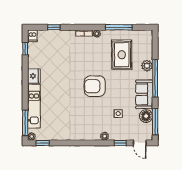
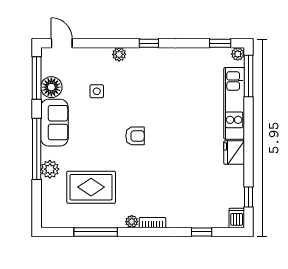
rug: (122, 55) -> (91, 187), turned 90
armchair: (95, 86) -> (135, 136), width x0.53, depth x0.53
window: (120, 143) -> (149, 43), moved

